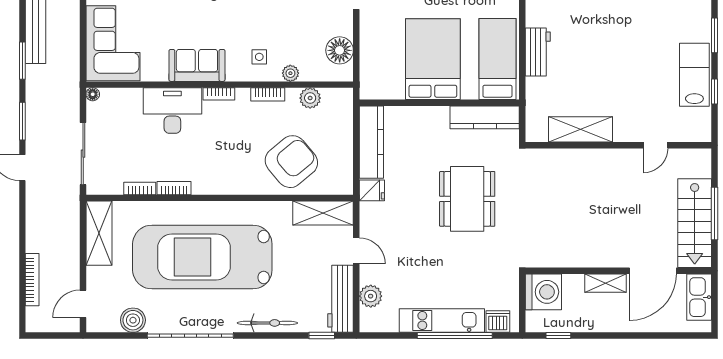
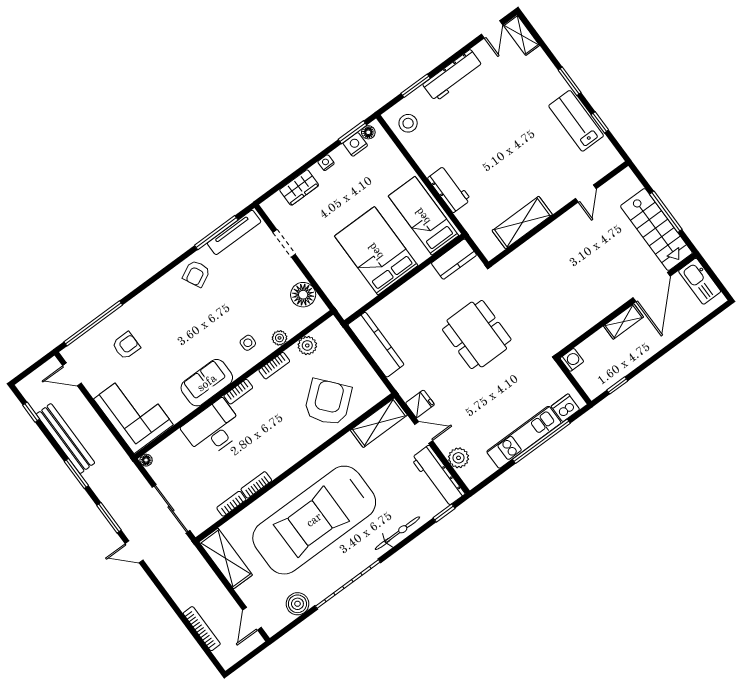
kitchen counter: (485, 117) -> (454, 259), width x0.67
fridge: (372, 190) -> (420, 404), moved
washing machine: (543, 292) -> (572, 360), width x0.53, depth x0.53

